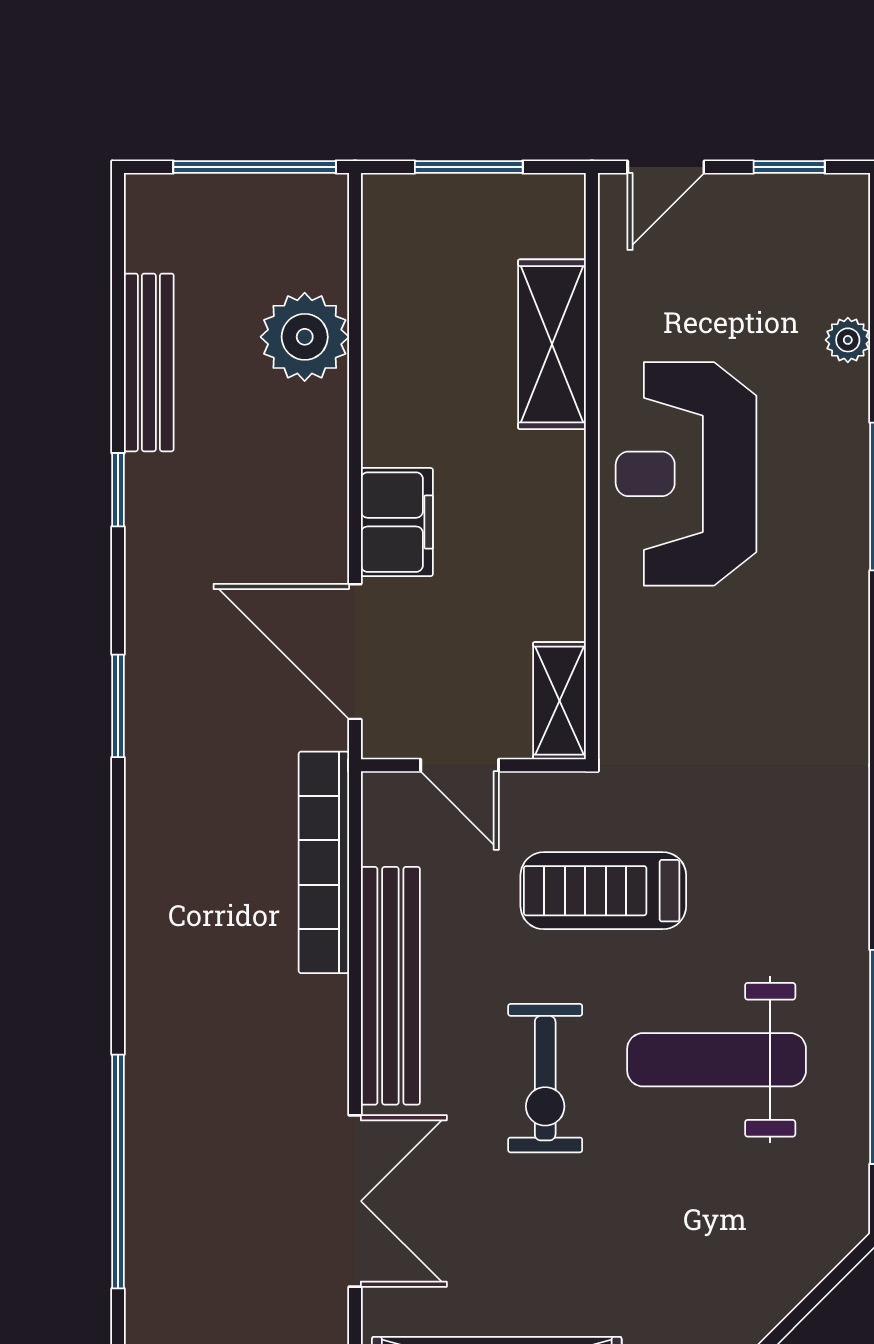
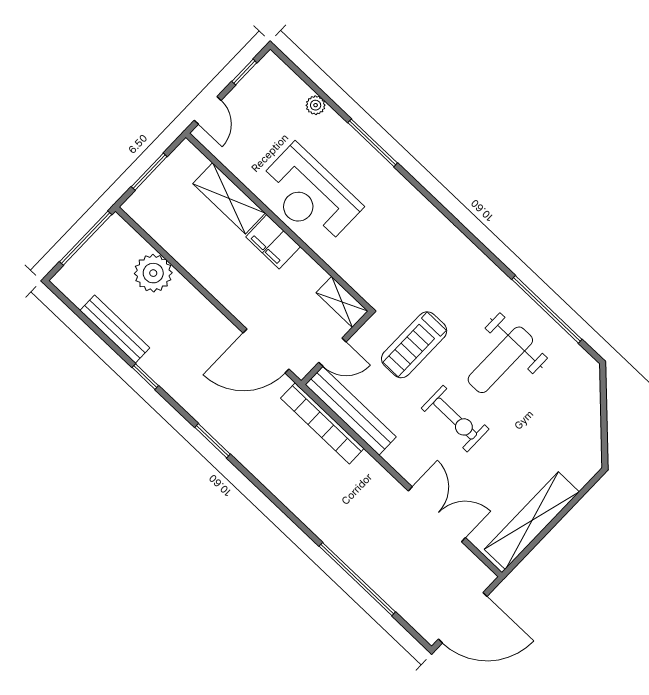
filing cabinet: (397, 522) -> (273, 242), moved, turned 180
bench: (390, 986) -> (351, 411), moved

